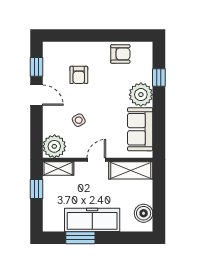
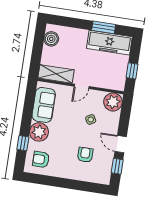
armchair: (120, 54) -> (41, 159), moved
shelving: (58, 169) -> (113, 84), removed
freezer: (92, 220) -> (109, 43), moved

